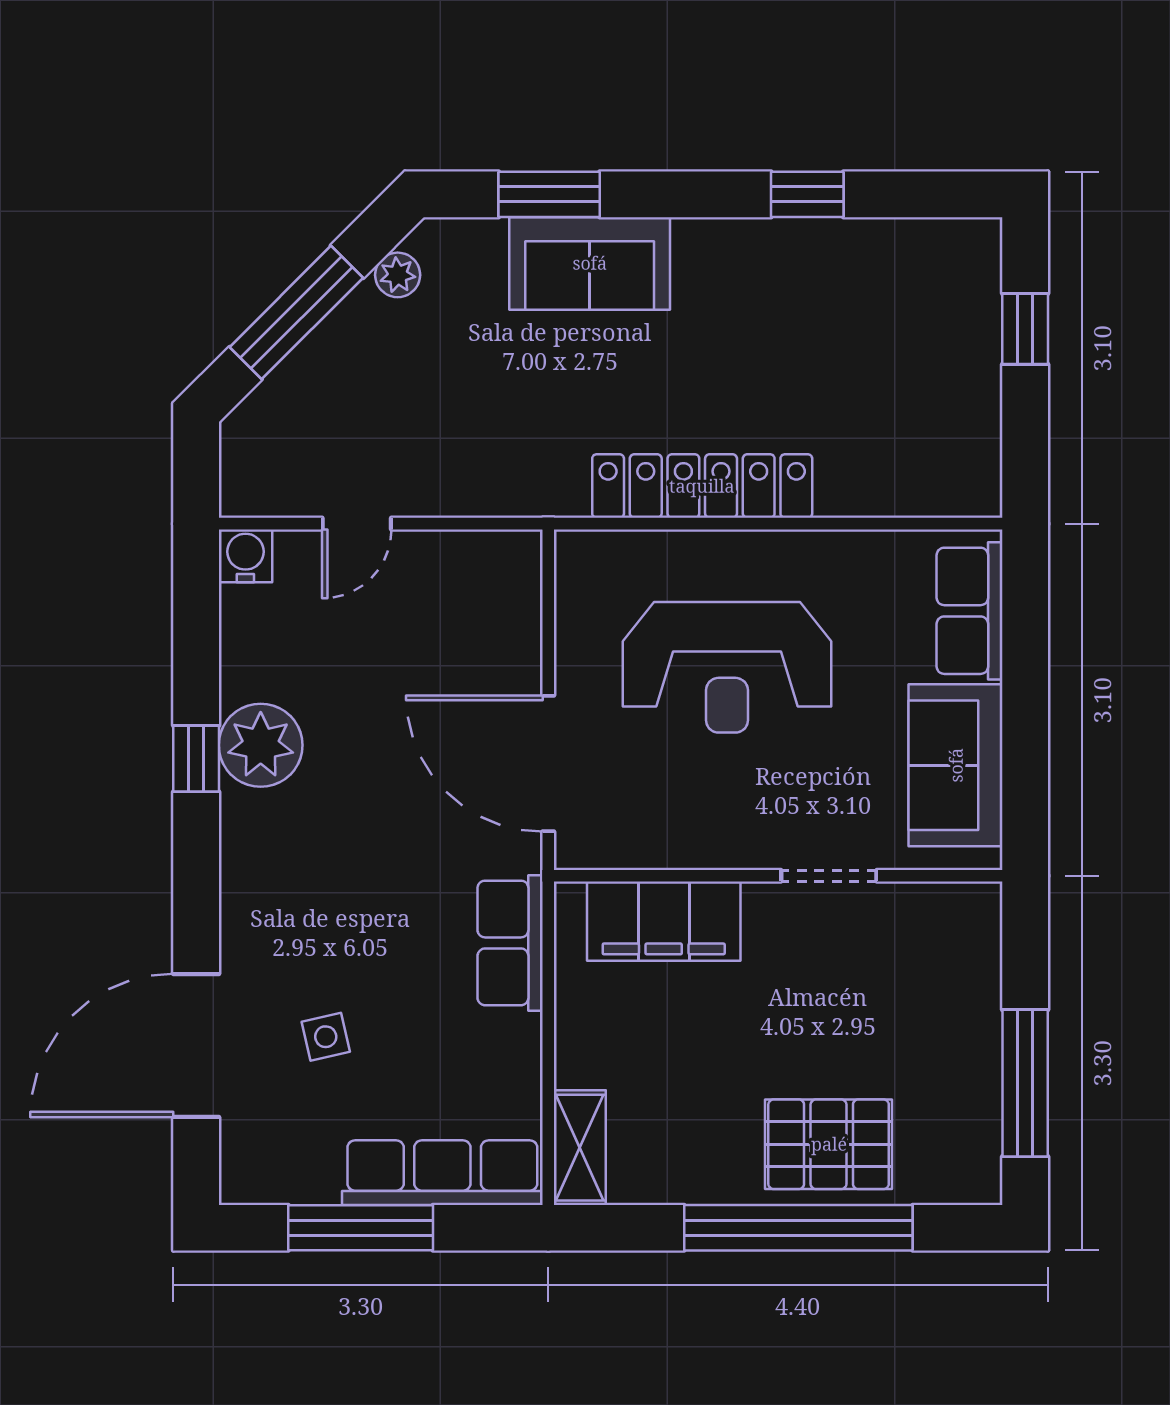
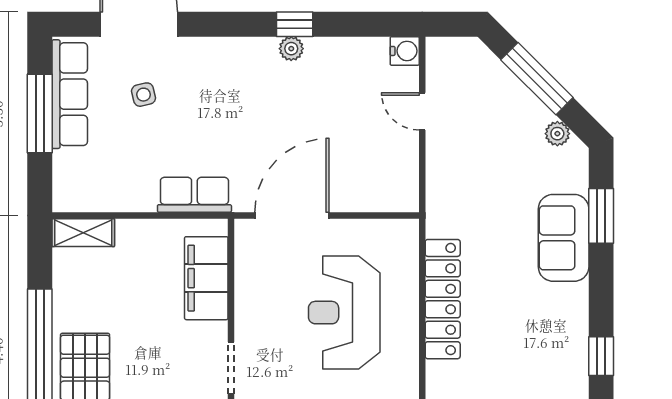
plant: (261, 745) -> (291, 49), width x0.53, depth x0.53
row of seats: (442, 1173) -> (70, 94), moved

